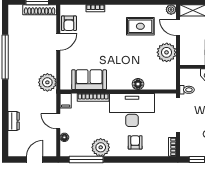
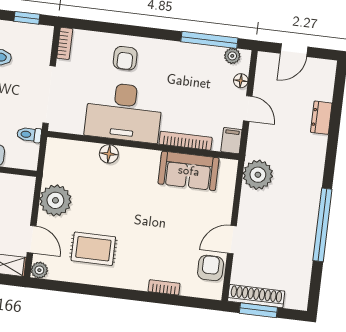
plant: (101, 147) -> (232, 56), moved, width x0.53, depth x0.53

